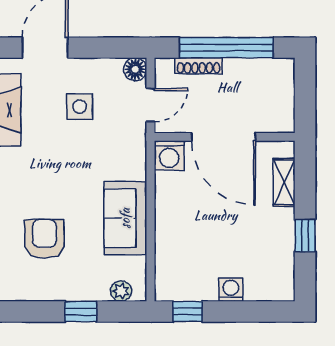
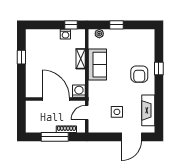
window: (226, 48) -> (55, 137), width x0.68
floor lamp: (135, 69) -> (93, 128), removed
shelving: (284, 182) -> (81, 59), moved
armchair: (44, 239) -> (139, 74), moved
washing machine: (231, 290) -> (65, 34), moved

